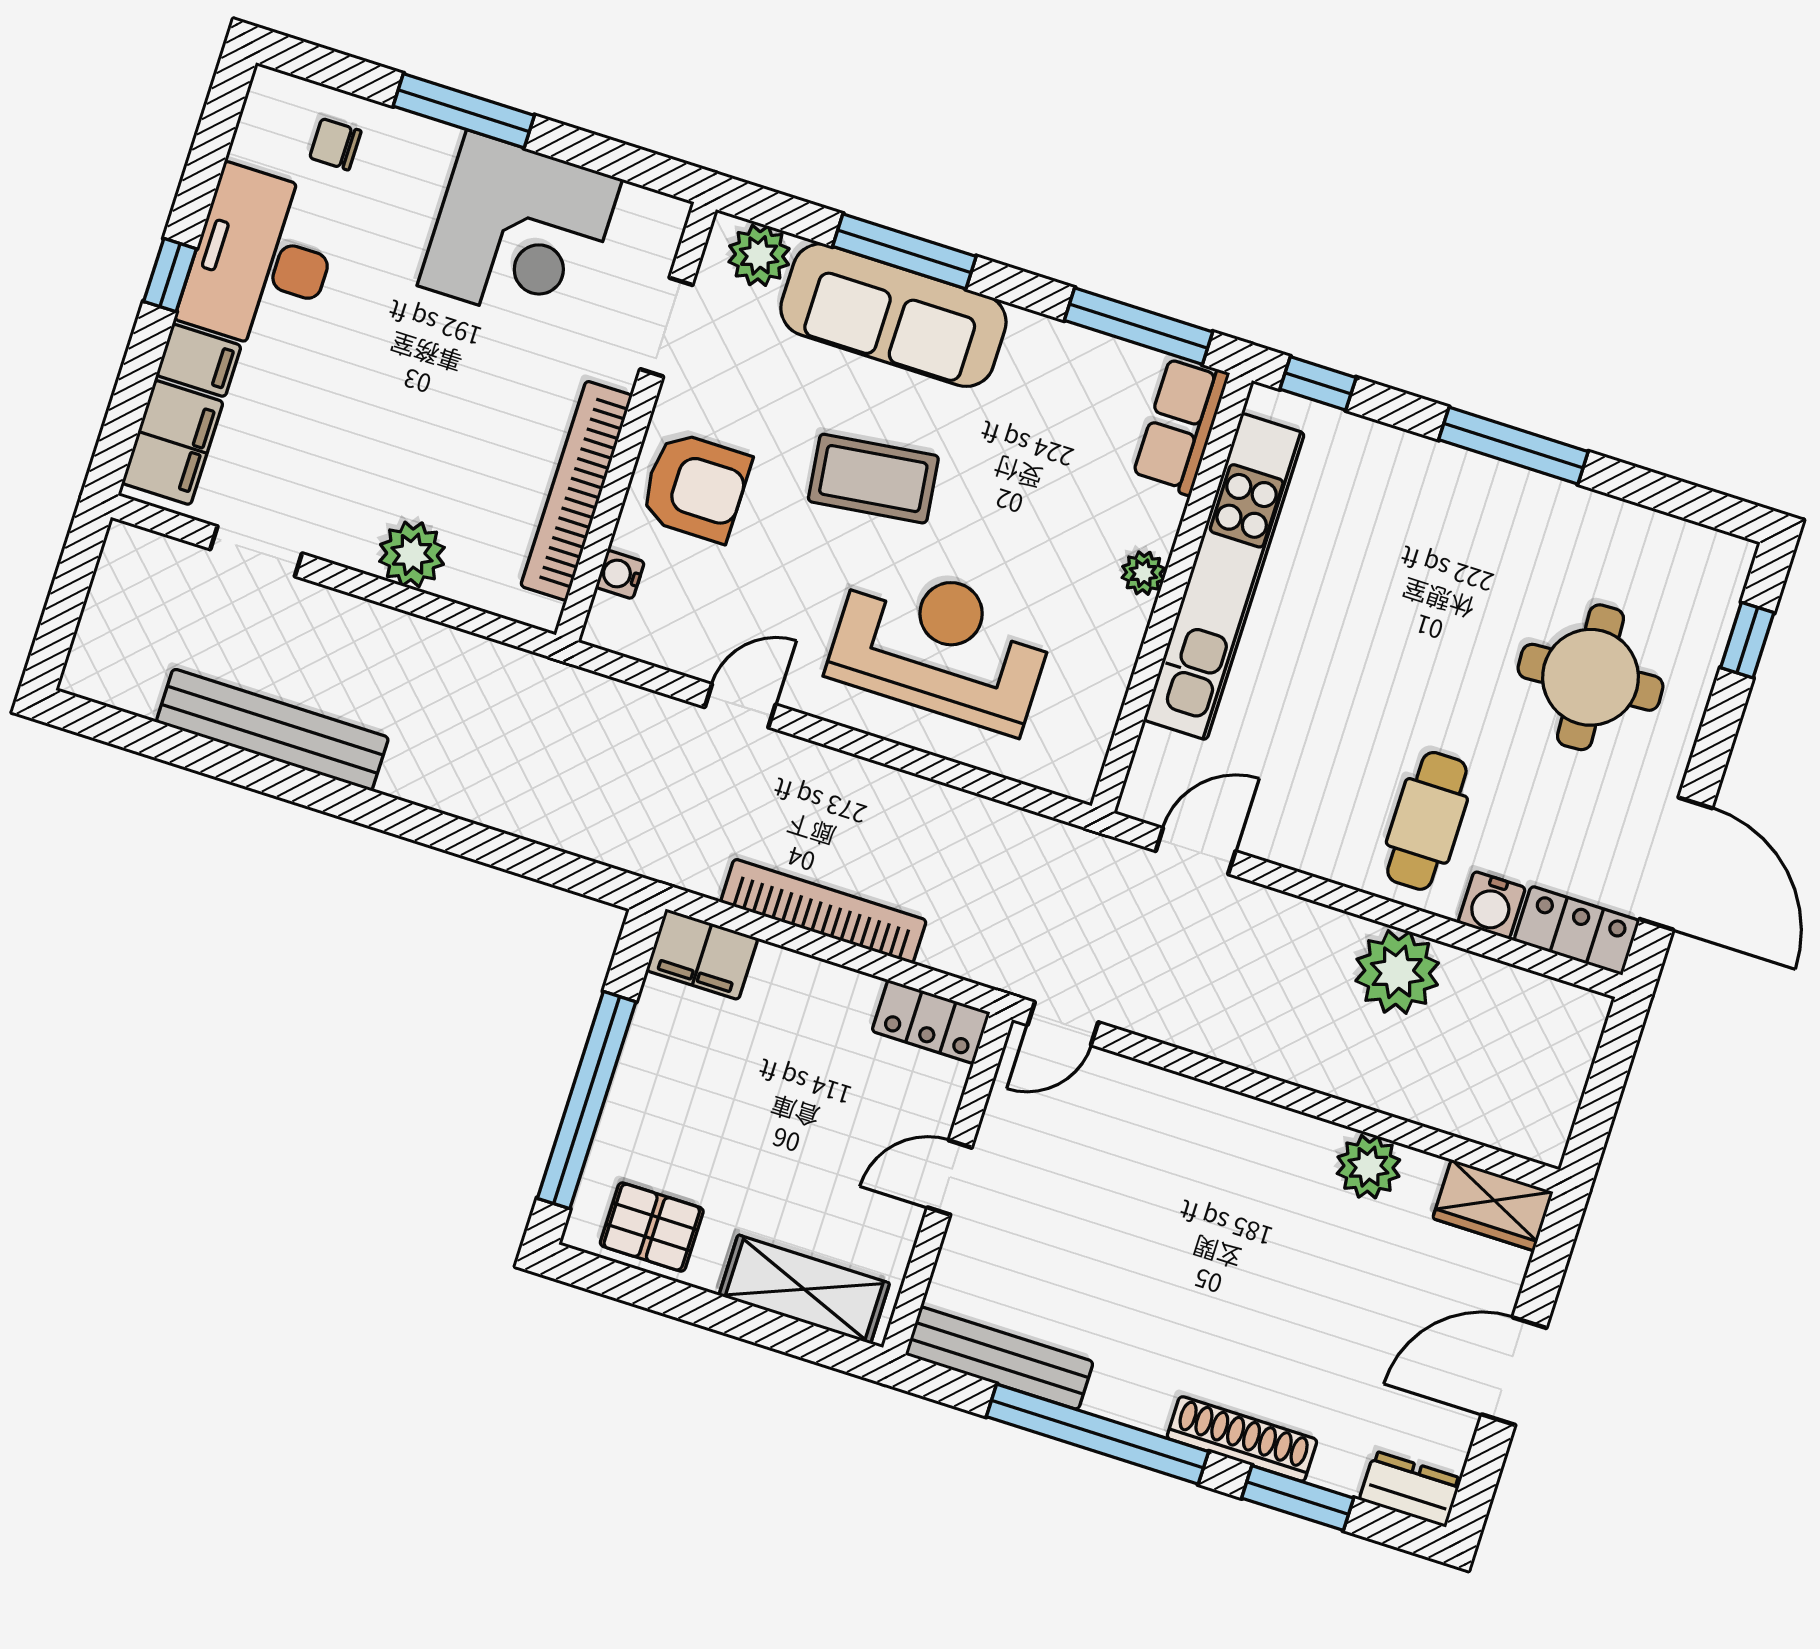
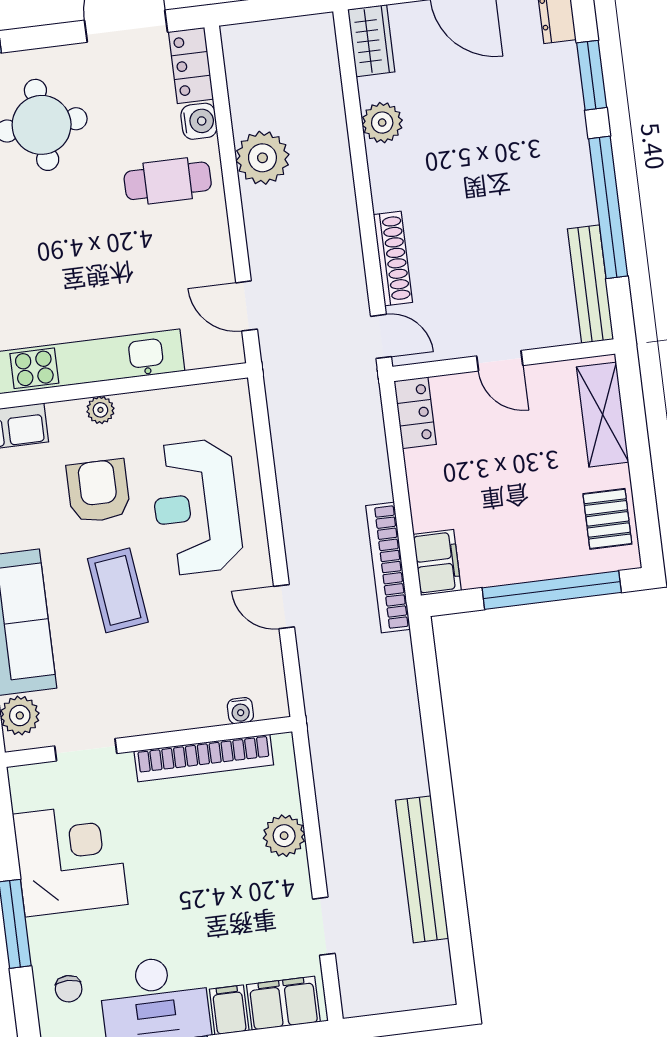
armchair: (695, 487) -> (98, 491), moved
bookcase: (823, 911) -> (388, 568), moved
shoe rack: (1242, 1439) -> (393, 259), moved, turned 180

